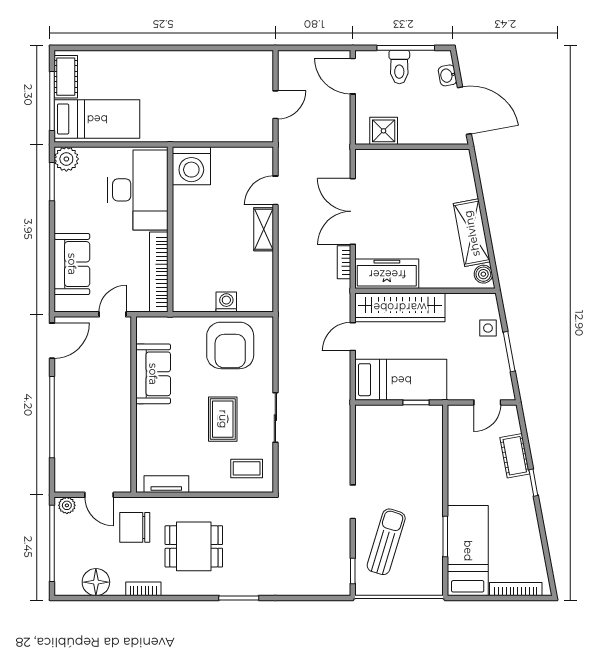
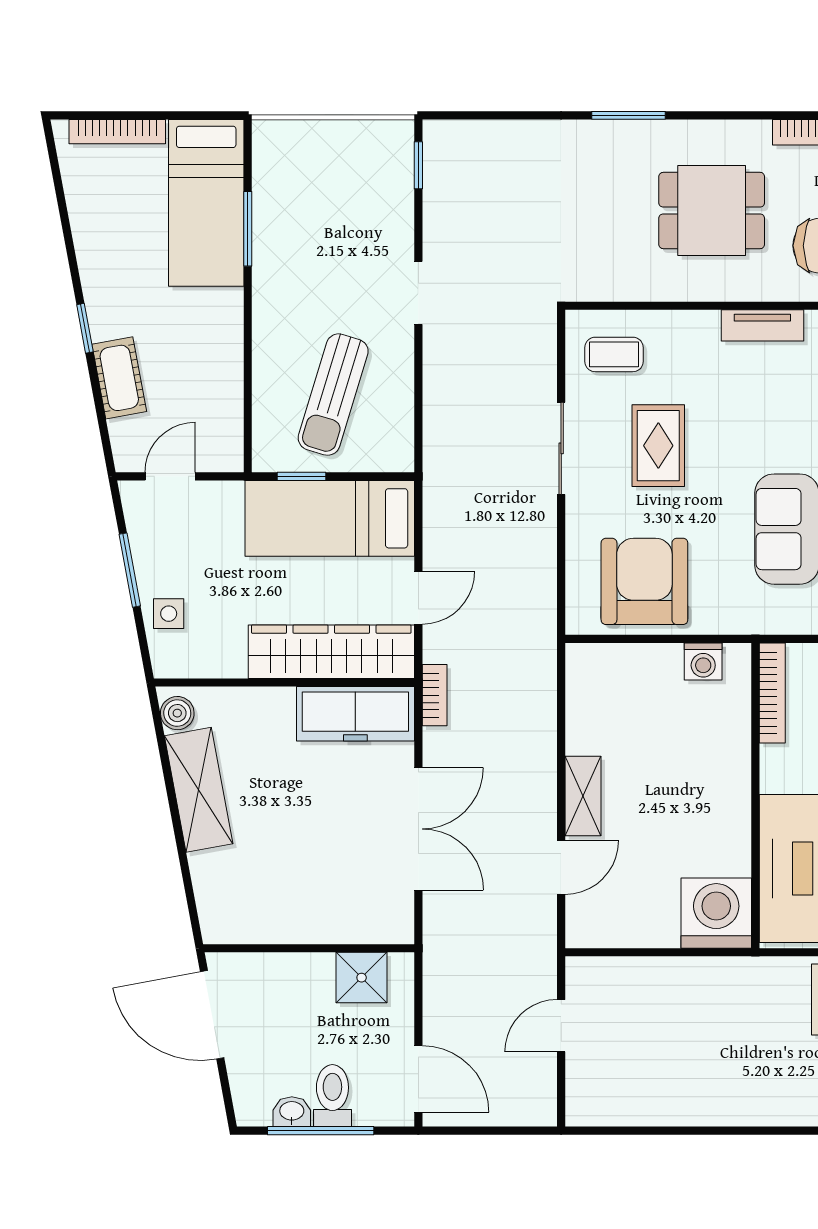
washbasin: (447, 75) -> (292, 1112), moved, turned -80
bookcase: (344, 262) -> (435, 695), moved
bookcase: (159, 272) -> (772, 693), width x0.68, depth x0.76
washing machine: (226, 302) -> (703, 662), moved
sun lounger: (386, 542) -> (333, 395), moved

